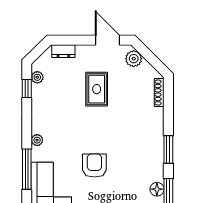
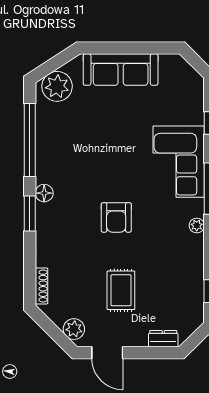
plant: (37, 77) -> (196, 305), removed
armchair: (94, 165) -> (116, 217), moved
floor lamp: (157, 189) -> (44, 193), moved

